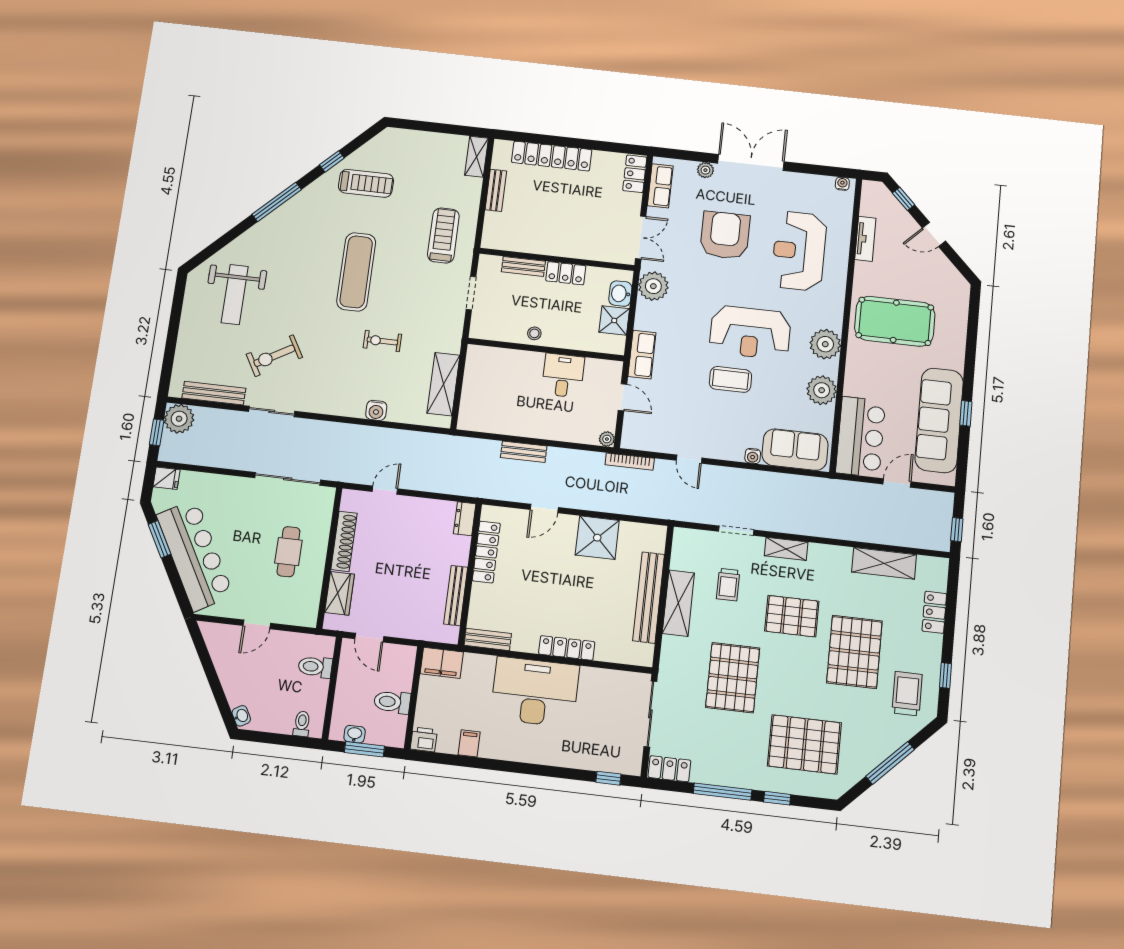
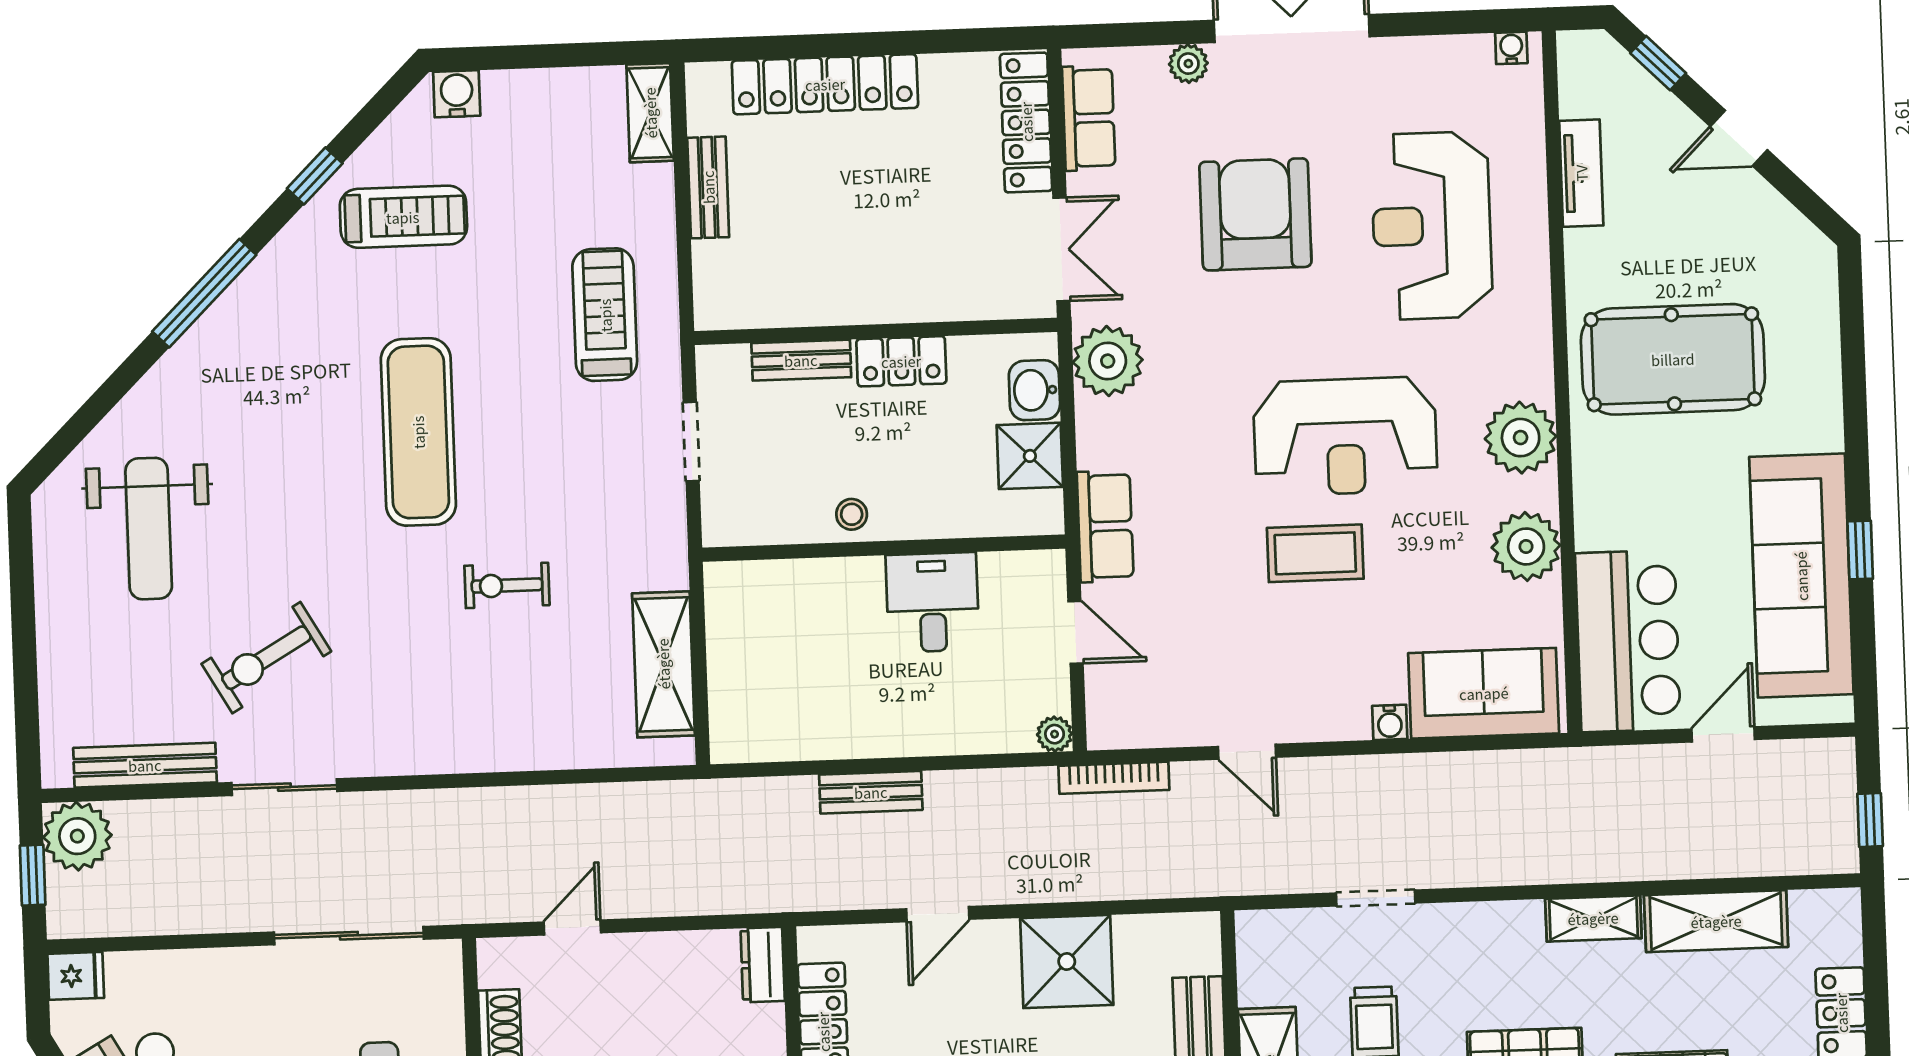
locker: (635, 174) -> (1026, 122), width x1.53
water cooler: (376, 410) -> (457, 94), moved, turned 180
shelving: (786, 549) -> (1593, 918), moved

